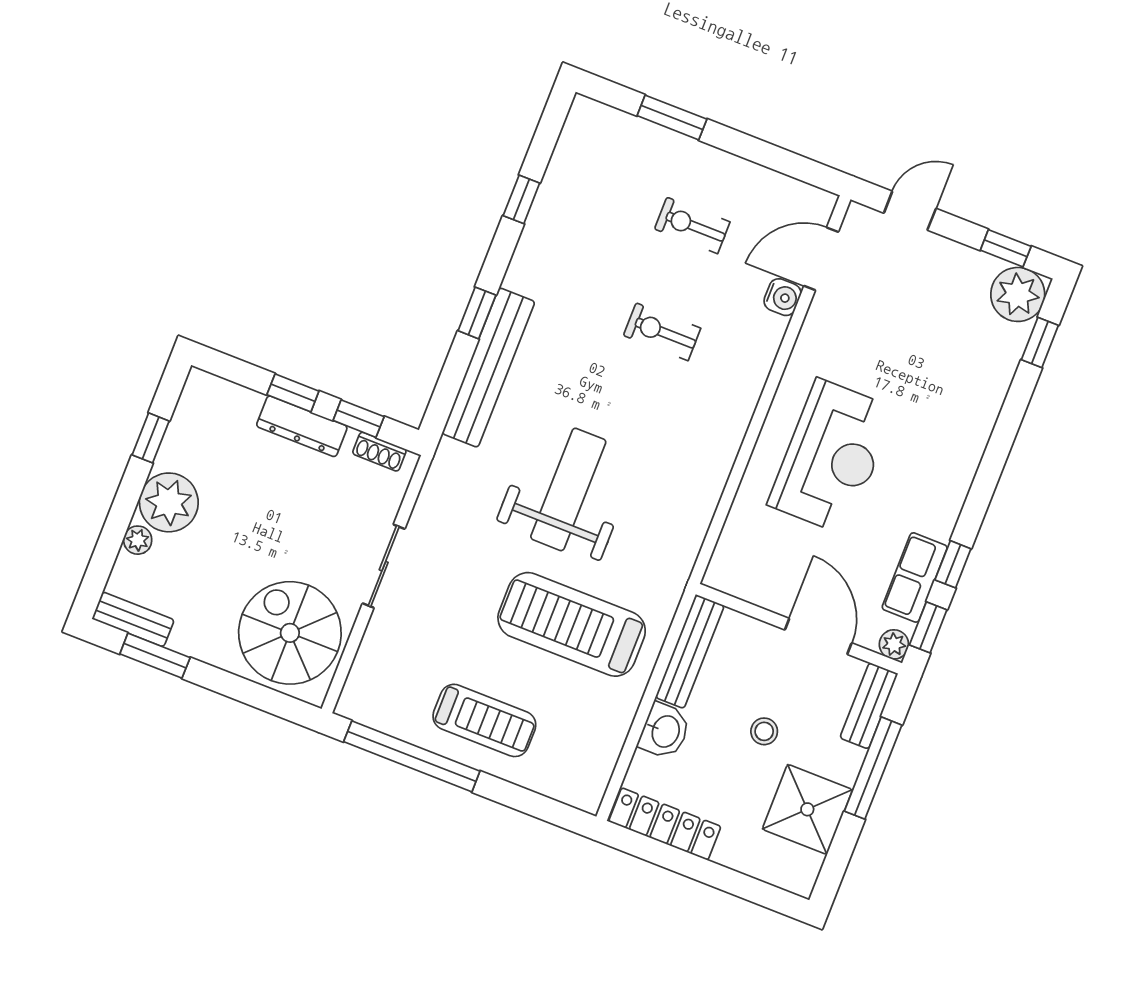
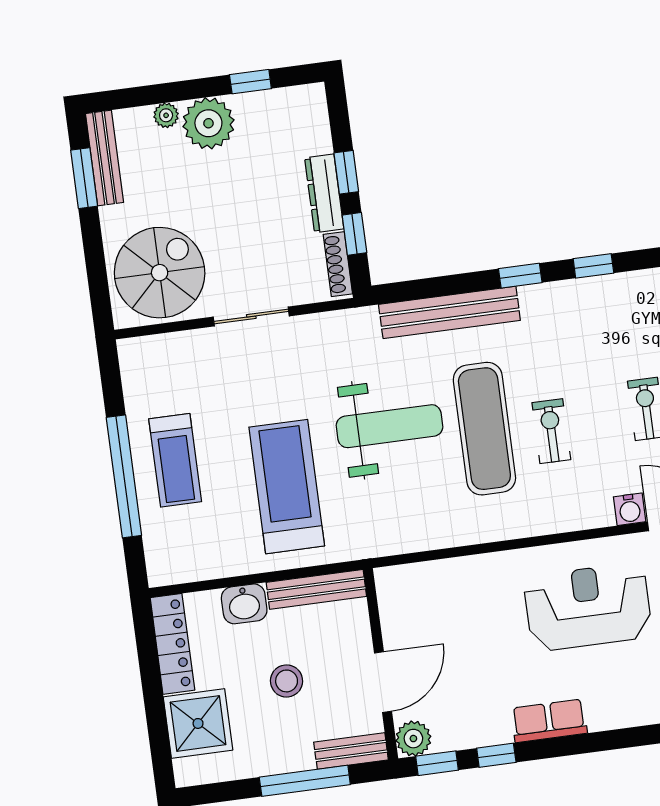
window: (477, 313) -> (520, 276), moved
exercise mat: (623, 397) -> (484, 429), added
shoe rack: (379, 452) -> (338, 264), width x1.43
reception desk: (832, 457) -> (588, 607), moved, turned 180
row of seats: (915, 577) -> (549, 721), moved
bench: (133, 619) -> (105, 158), width x1.36
plant: (894, 644) -> (413, 739), width x1.38, depth x1.38
stool: (764, 731) -> (287, 681), width x1.37, depth x1.37
window: (412, 756) -> (124, 476), moved
shower: (807, 809) -> (198, 723), moved

